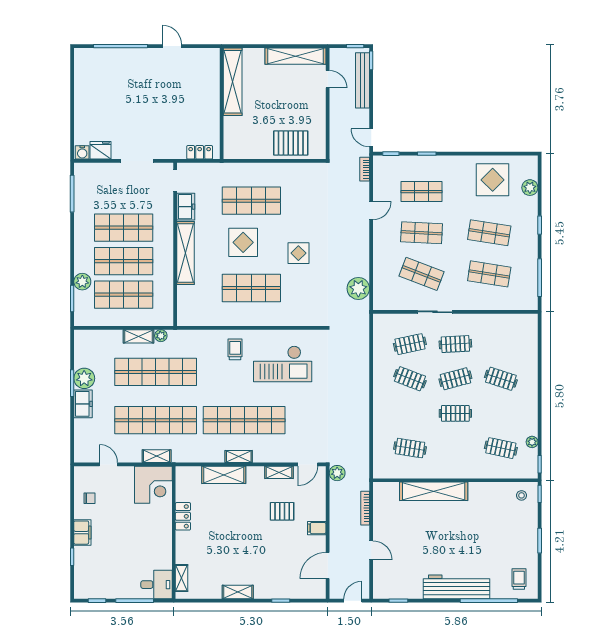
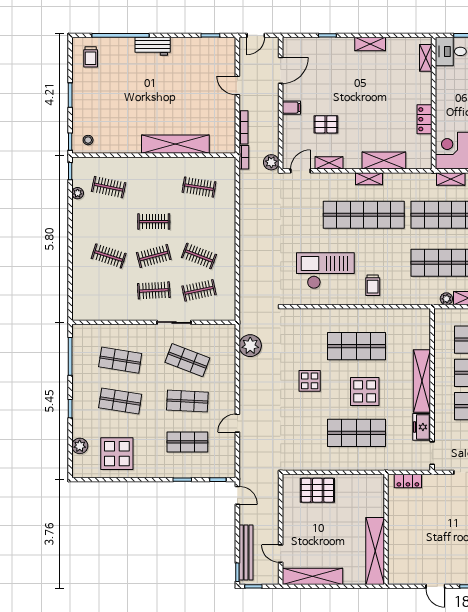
bookcase: (365, 169) -> (244, 157), moved
workbench: (457, 587) -> (153, 46), width x0.53, depth x0.76

